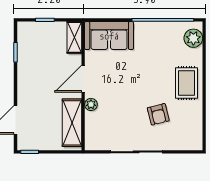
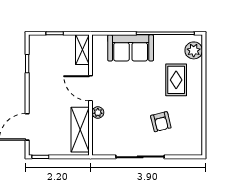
sofa: (109, 36) -> (131, 48), moved
door: (83, 79) -> (90, 88), hinge flipped
rug: (187, 83) -> (176, 80), moved

